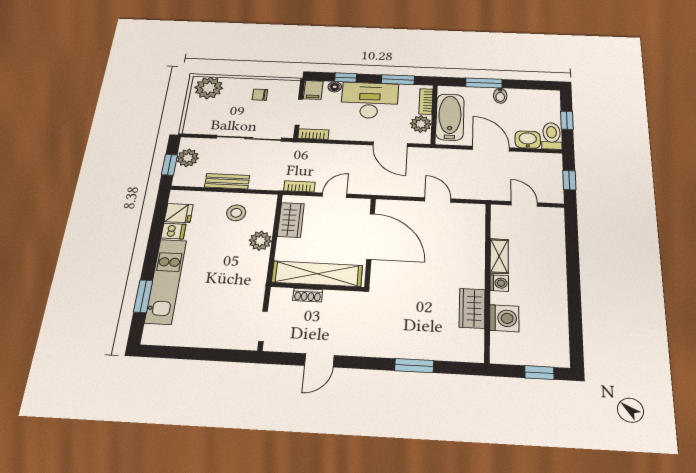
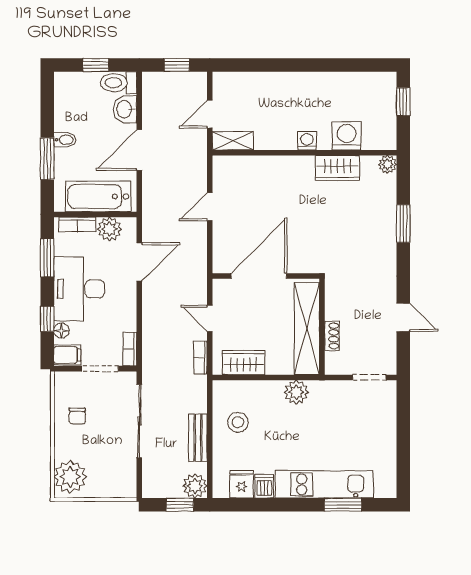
plant: (188, 158) -> (195, 486), moved
plant: (260, 241) -> (296, 392), moved
shelving: (499, 256) -> (233, 141), moved
plant: (475, 354) -> (387, 164), added

